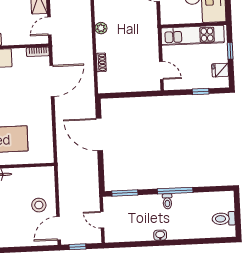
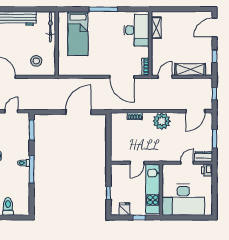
door: (49, 26) -> (165, 77), hinge flipped
plant: (101, 28) -> (162, 121), width x1.88, depth x1.88
door: (161, 71) -> (137, 163), moved
stool: (39, 205) -> (36, 61), moved

